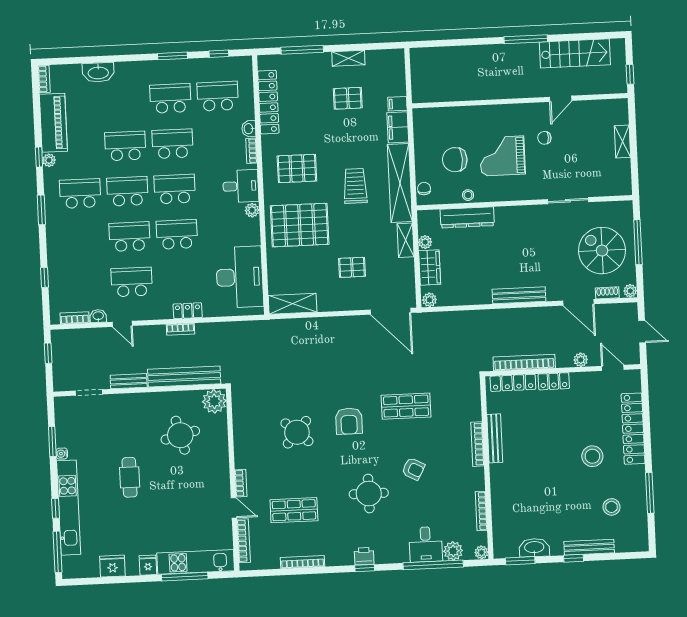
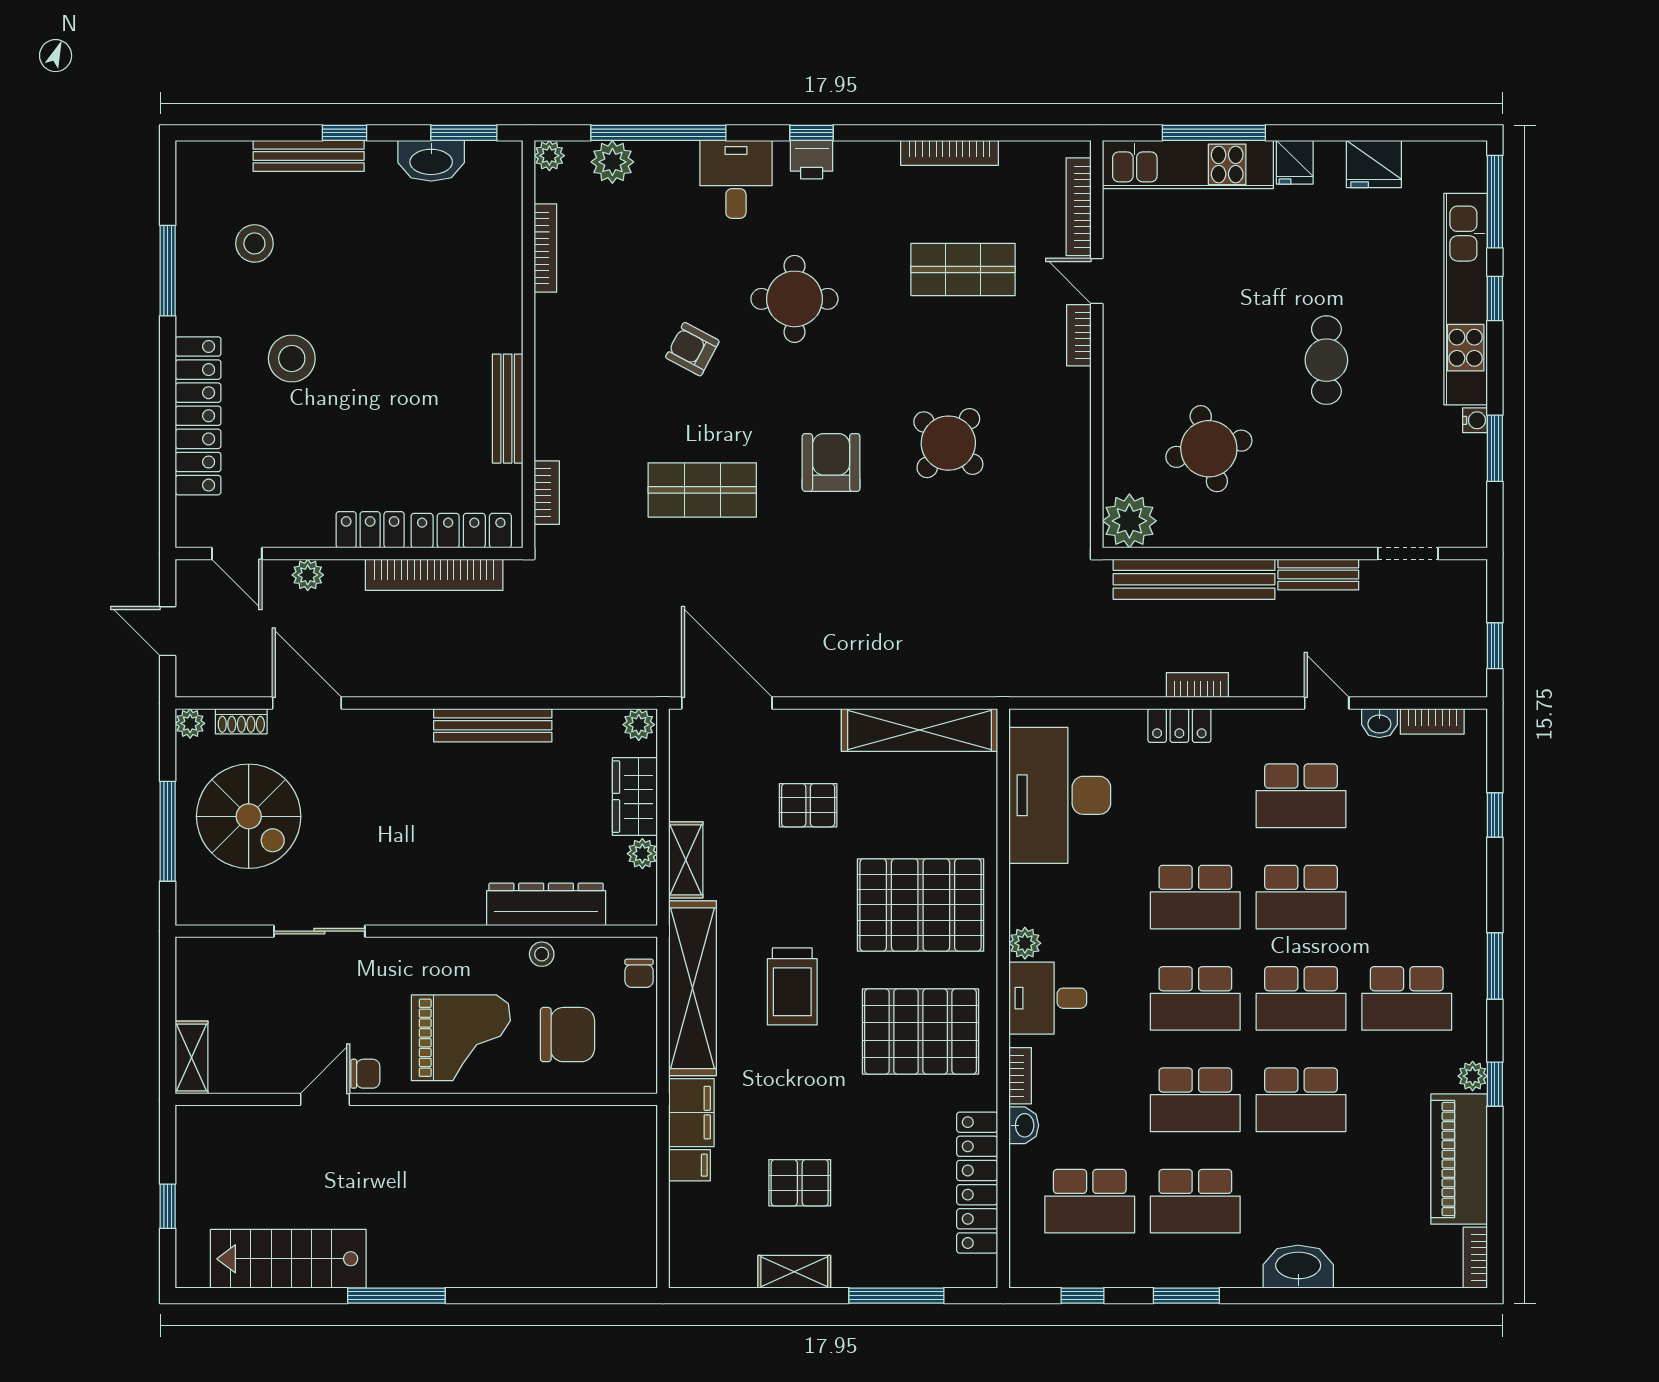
washbasin: (98, 72) -> (1298, 1267), moved
door: (561, 99) -> (325, 1099), moved
wall: (520, 101) -> (416, 1099), moved
pallet: (297, 168) -> (921, 1031), width x1.37, depth x1.41
bench: (519, 295) -> (493, 725), moved
shelving: (293, 304) -> (920, 730), width x1.47
bookcase: (477, 444) -> (547, 493), moved, width x0.64
desk: (426, 544) -> (736, 179), moved

